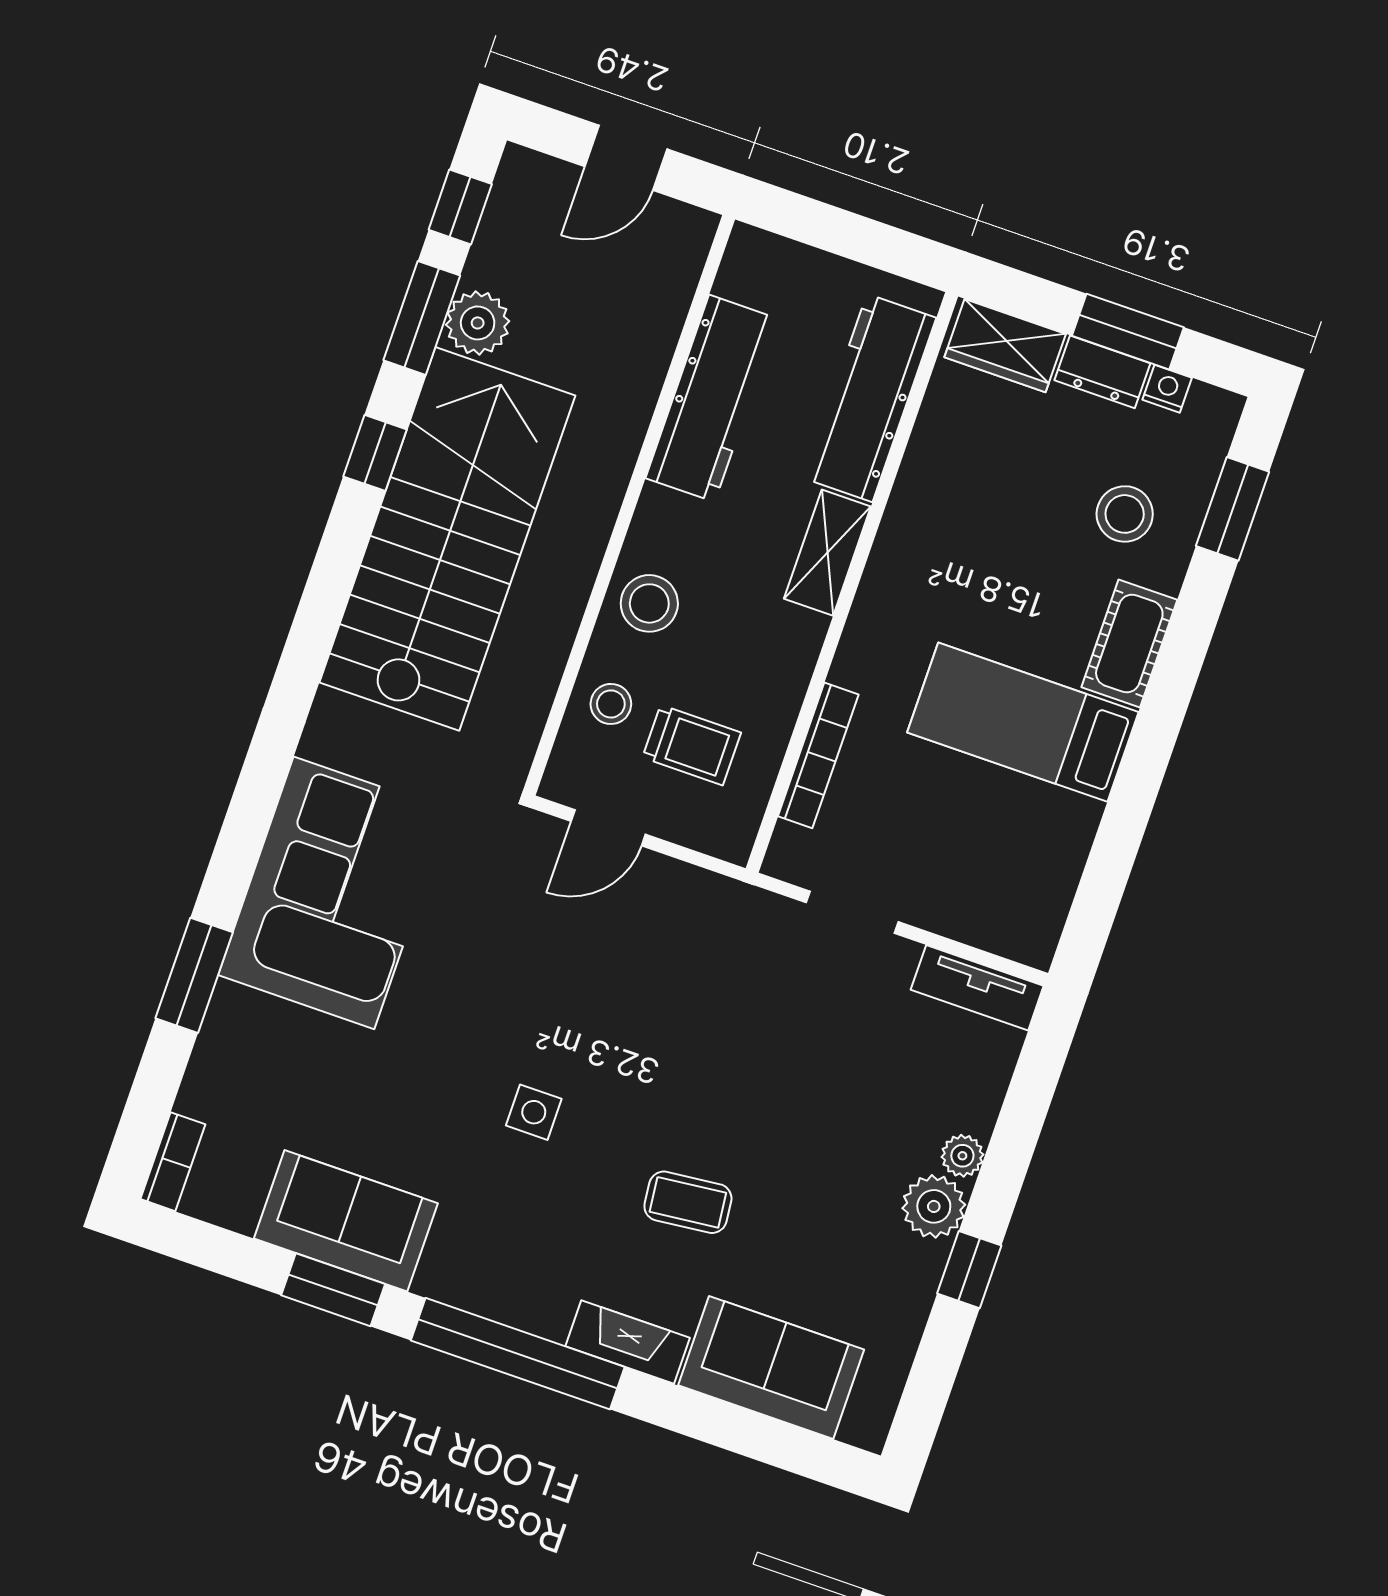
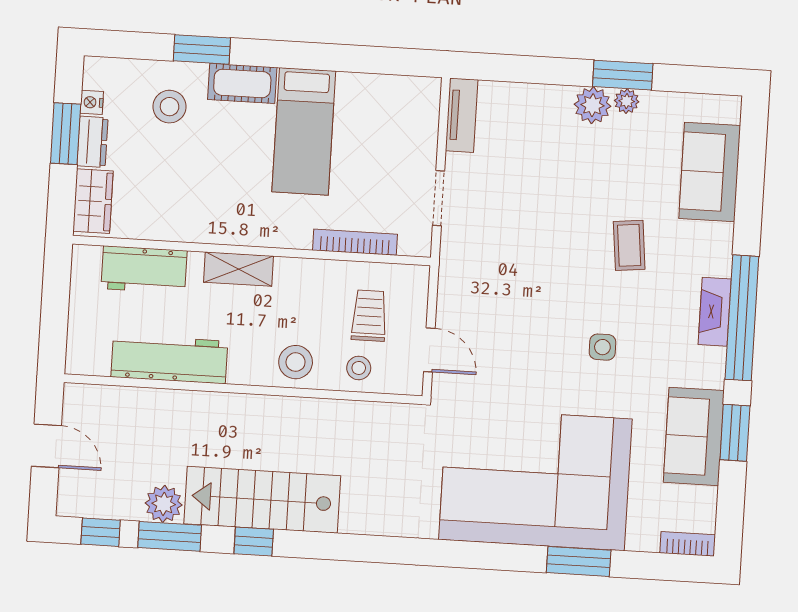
workbench: (870, 398) -> (144, 270), width x0.73
window: (1233, 509) -> (202, 49), moved
stairs: (447, 539) -> (262, 500), width x0.73, depth x0.66
corner sofa: (334, 893) -> (535, 479), width x1.36, depth x1.36
plant: (962, 1156) -> (627, 101), moved
window: (969, 1270) -> (623, 75), width x1.50
fireplace: (628, 1342) -> (715, 312), moved

